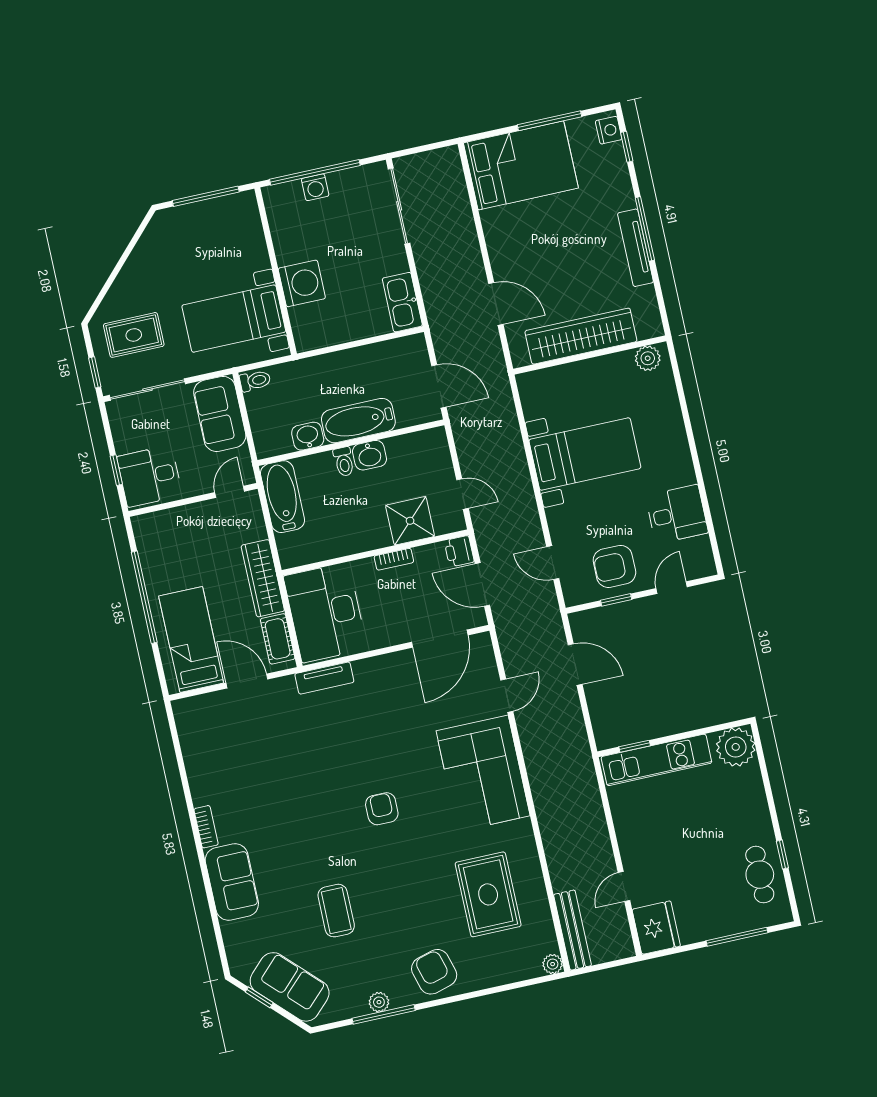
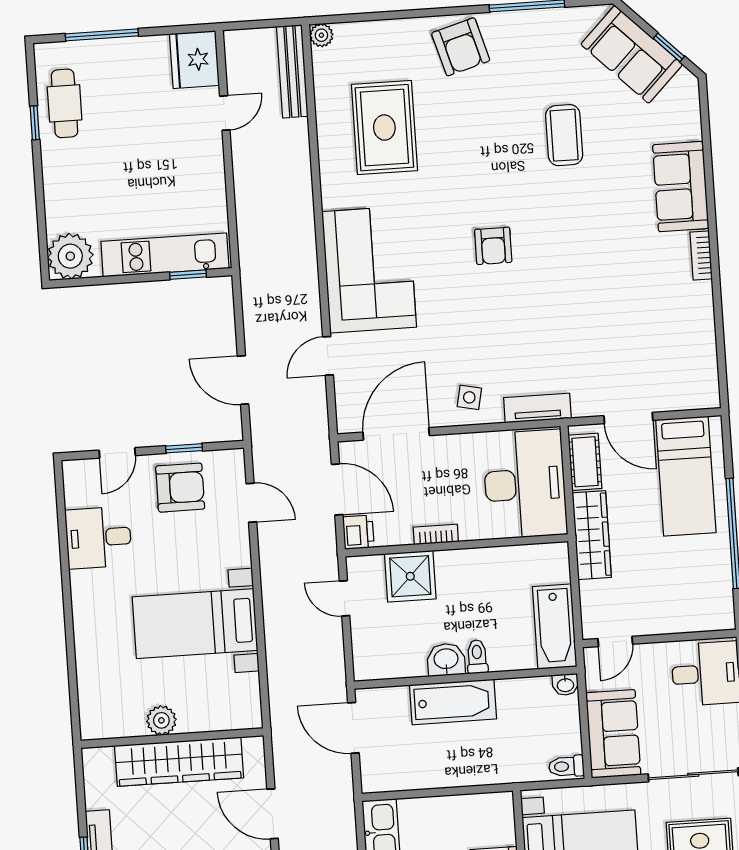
plant: (648, 358) -> (161, 720), moved
washbasin: (308, 436) -> (565, 685), moved, width x0.72, depth x0.69
side table: (383, 678) -> (469, 397), added
plant: (379, 1002) -> (530, 21), removed

